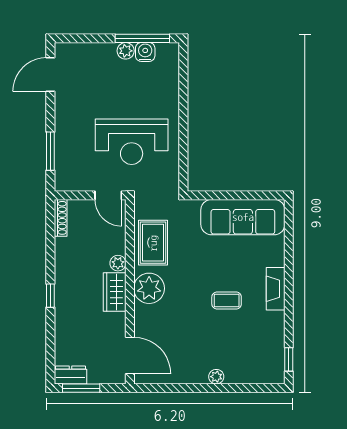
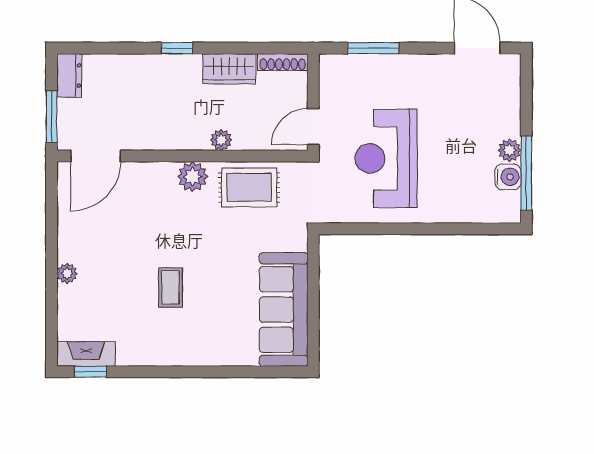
plant: (149, 288) -> (193, 177), width x0.73, depth x0.73
fireplace: (276, 289) -> (86, 354), moved
wardrobe: (115, 292) -> (229, 69), moved, turned 180
window: (81, 388) -> (52, 117), moved

